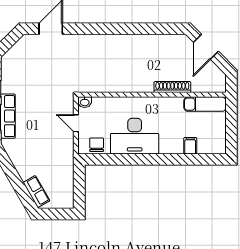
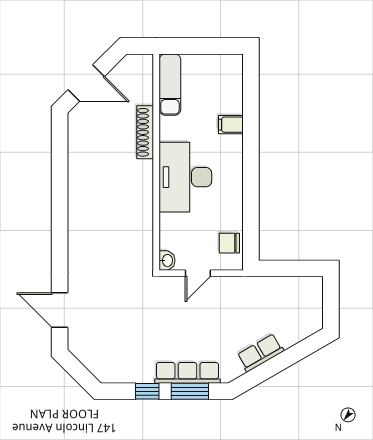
desk: (135, 136) -> (185, 177), moved, turned 180
filing cabinet: (190, 146) -> (231, 125), moved
row of seats: (36, 192) -> (260, 353), moved

